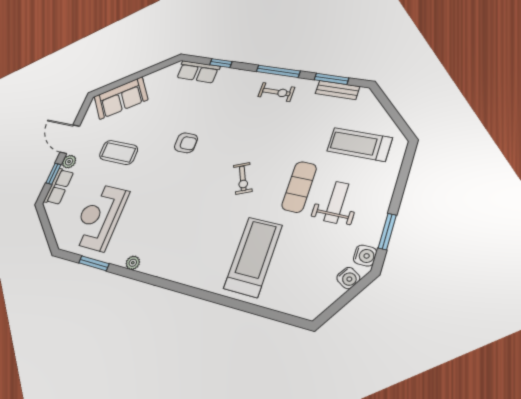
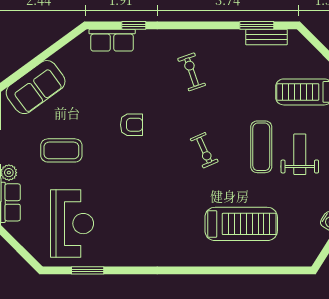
window: (278, 71) -> (199, 25), removed
exercise bike: (276, 92) -> (192, 72), moved, turned -109
reception desk: (100, 217) -> (72, 224), turned 180
treadmill: (253, 257) -> (241, 224), turned 90
plant: (133, 263) -> (127, 259), removed

